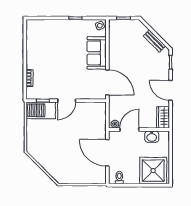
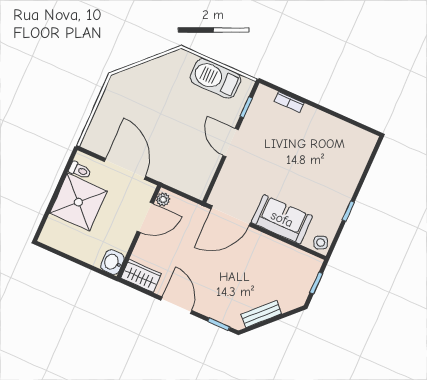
door: (171, 90) -> (176, 305), hinge flipped
barbecue: (41, 110) -> (215, 78), moved, turned -90
door: (129, 130) -> (145, 217), hinge flipped
washbasin: (152, 137) -> (113, 262), moved
door: (107, 153) -> (125, 169), hinge flipped
shower: (153, 171) -> (78, 202), moved

